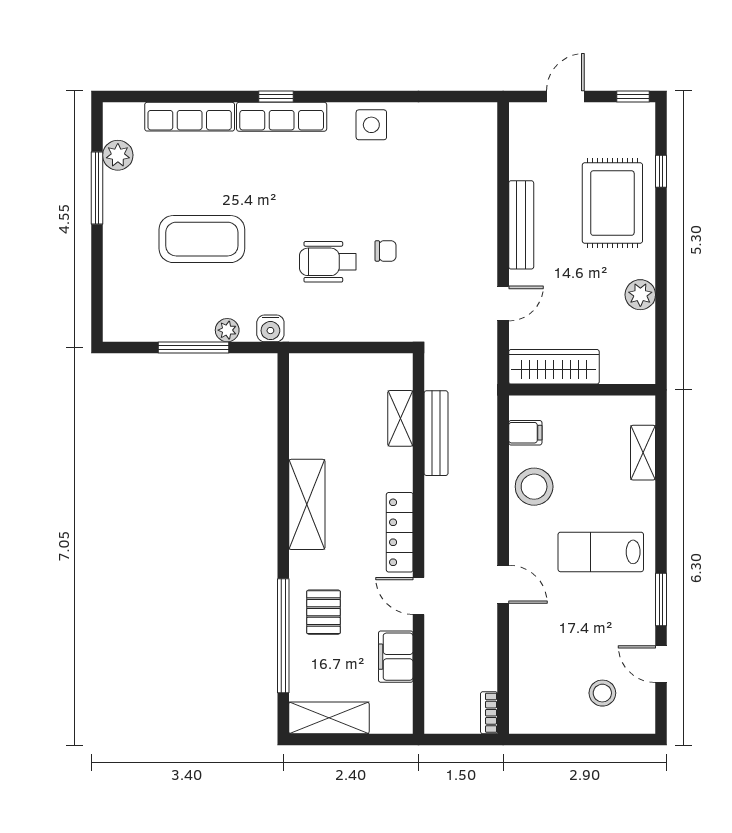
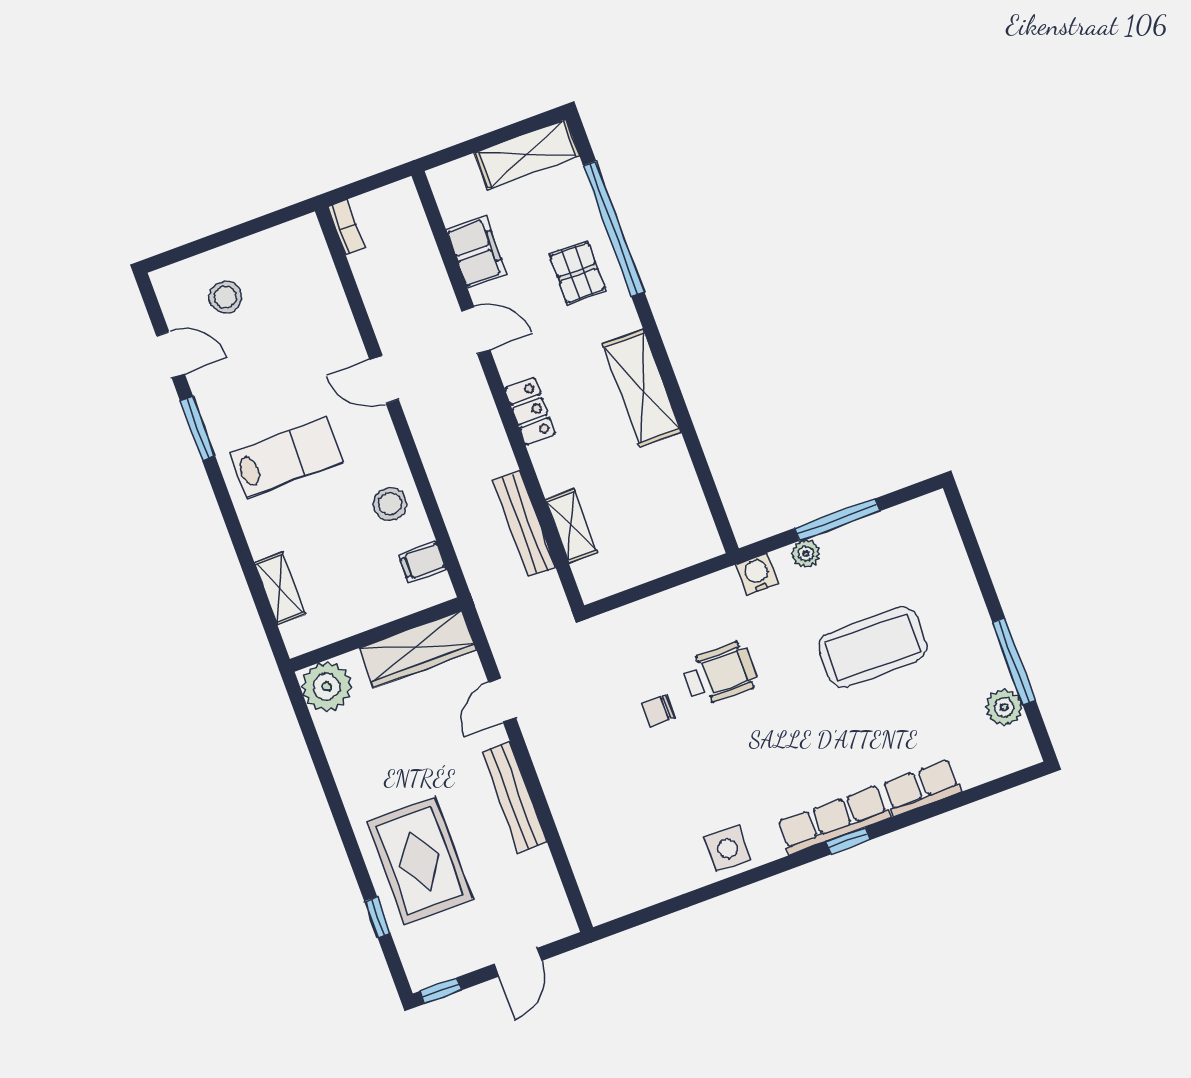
row of seats: (190, 117) -> (922, 788), width x0.68
plant: (640, 295) -> (327, 687), moved, width x1.36, depth x1.36
stool: (534, 487) -> (390, 504), width x0.73, depth x0.73
locker: (400, 532) -> (530, 411), width x0.66

